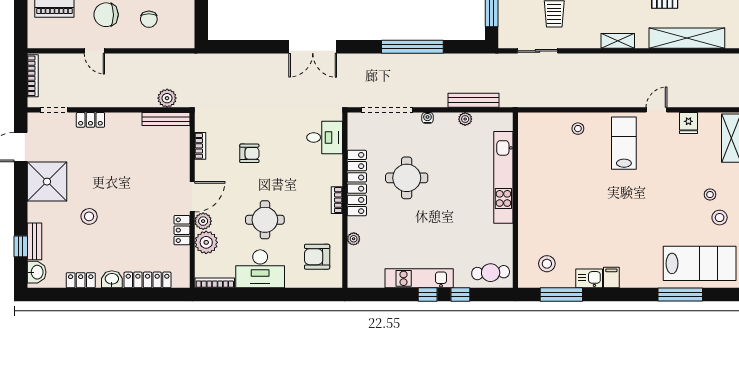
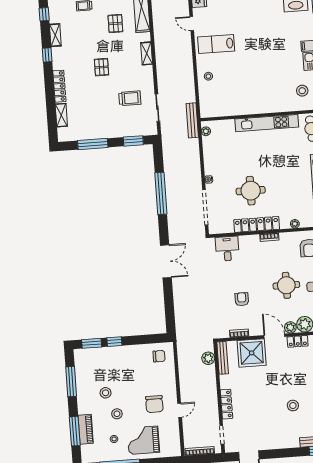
chair: (149, 19) -> (159, 356), moved
bench: (473, 100) -> (192, 120), moved
plant: (465, 119) -> (206, 131), moved
locker: (90, 120) -> (226, 404), width x1.53
kitchen unit: (503, 177) -> (267, 123), moved
shower: (47, 182) -> (252, 353), moved

